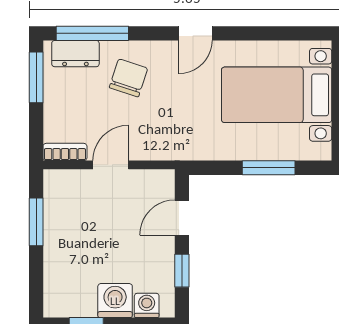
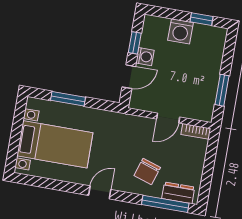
window: (36, 77) -> (206, 182), removed
washing machine: (147, 305) -> (145, 57), moved, turned -90

